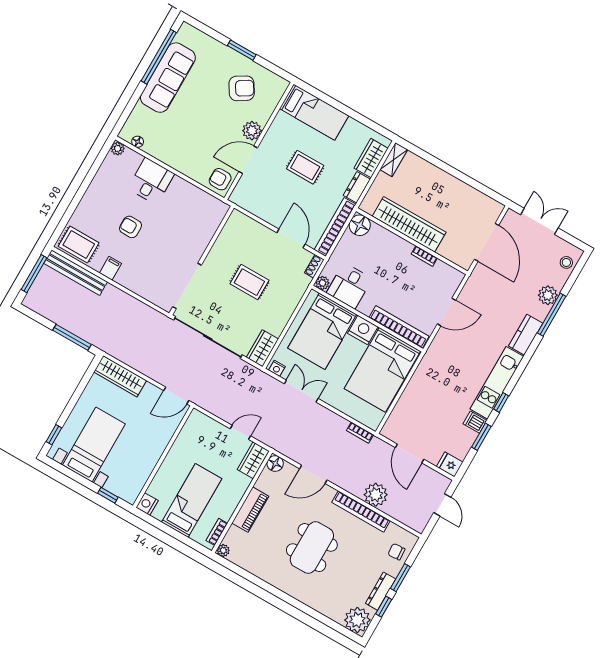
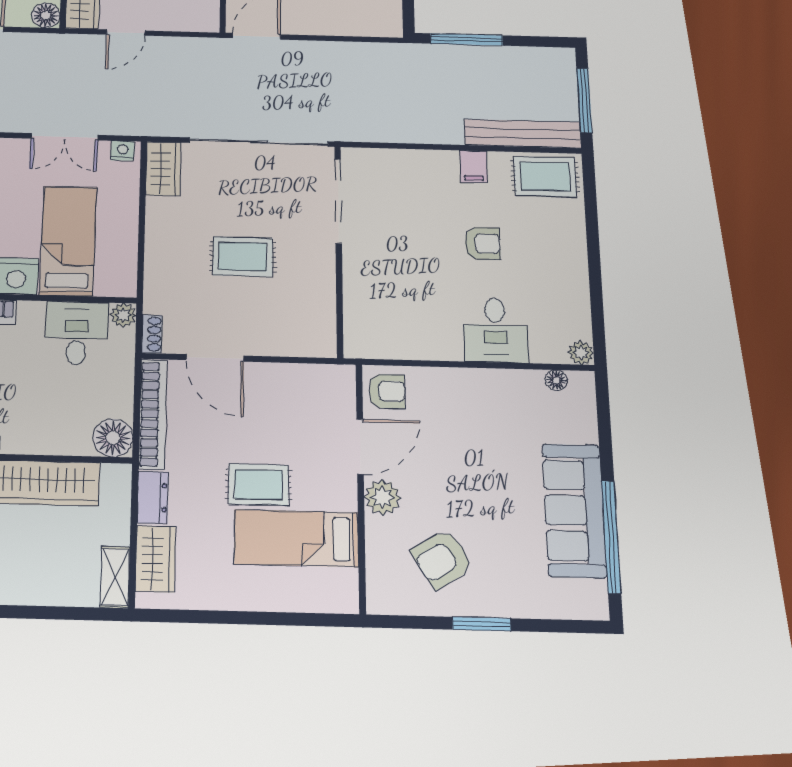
bed: (314, 112) -> (296, 538), moved
bed: (322, 331) -> (68, 241), width x0.67
wardrobe: (120, 376) -> (359, 21), removed

